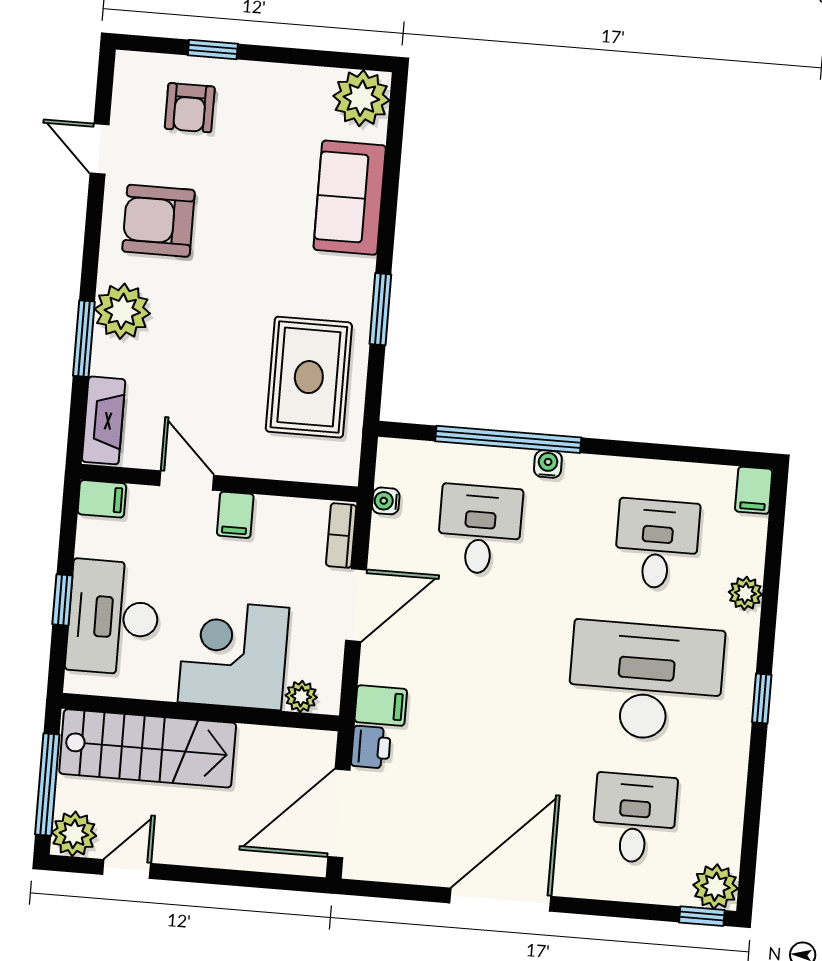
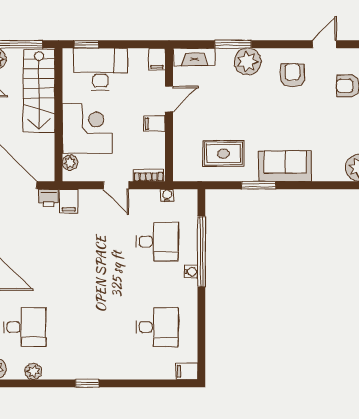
sofa: (350, 198) -> (285, 166), moved
armchair: (158, 221) -> (292, 75), width x0.72, depth x0.72
rug: (309, 377) -> (223, 154), width x0.73, depth x0.70
plant: (745, 593) -> (33, 371), moved
window: (62, 600) -> (86, 44), moved
door: (356, 605) -> (116, 185), width x0.73
desk: (646, 681) -> (91, 327), removed

